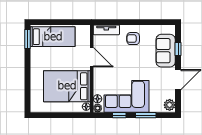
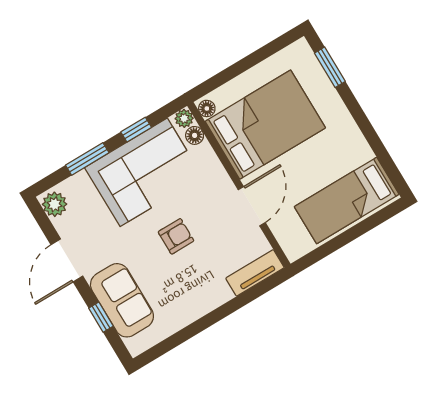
window: (27, 39) -> (330, 67), moved
armchair: (133, 39) -> (176, 236), moved
door: (92, 57) -> (252, 206), swing flipped

